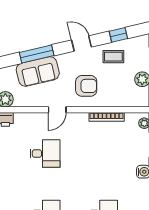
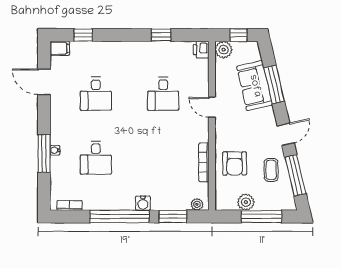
window: (118, 35) -> (295, 175), width x2.17
armchair: (86, 86) -> (235, 163), moved

